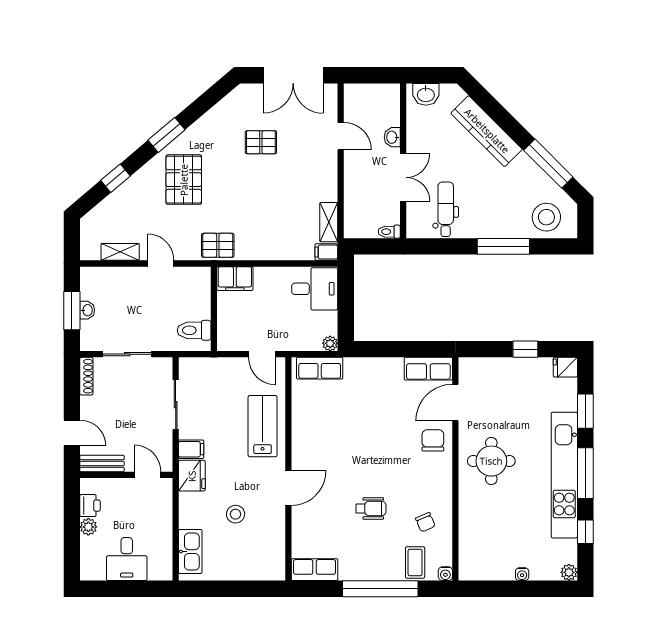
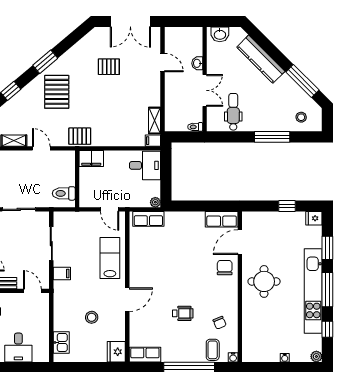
stool: (546, 217) -> (301, 117), width x0.53, depth x0.53
fridge: (192, 476) -> (116, 352), moved, turned 180
kitchen sink: (190, 552) -> (61, 342), width x0.73

